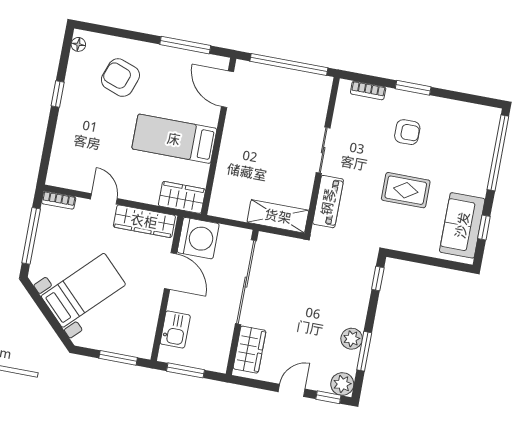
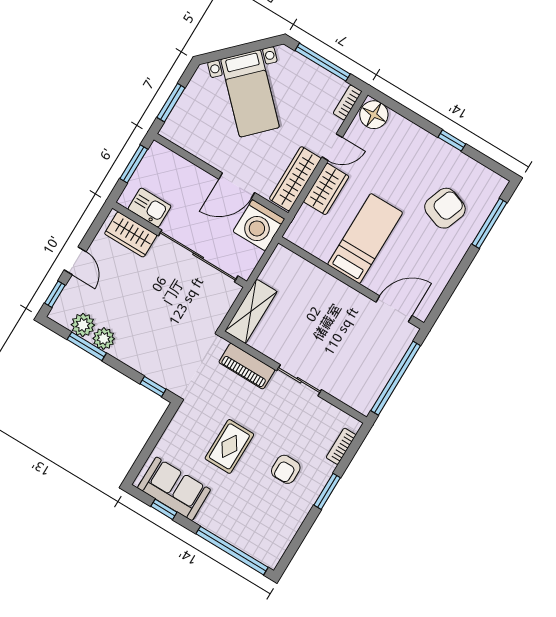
floor lamp: (78, 44) -> (374, 115), moved, width x1.89, depth x1.89
window: (185, 45) -> (489, 223), moved
wardrobe: (182, 197) -> (326, 189), moved
kitchen sink: (175, 329) -> (149, 208), moved, turned 180
plant: (342, 384) -> (83, 325), moved

